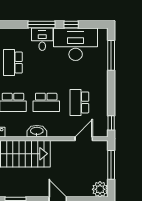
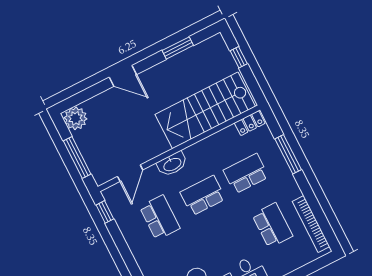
washbasin: (37, 131) -> (172, 164), moved

